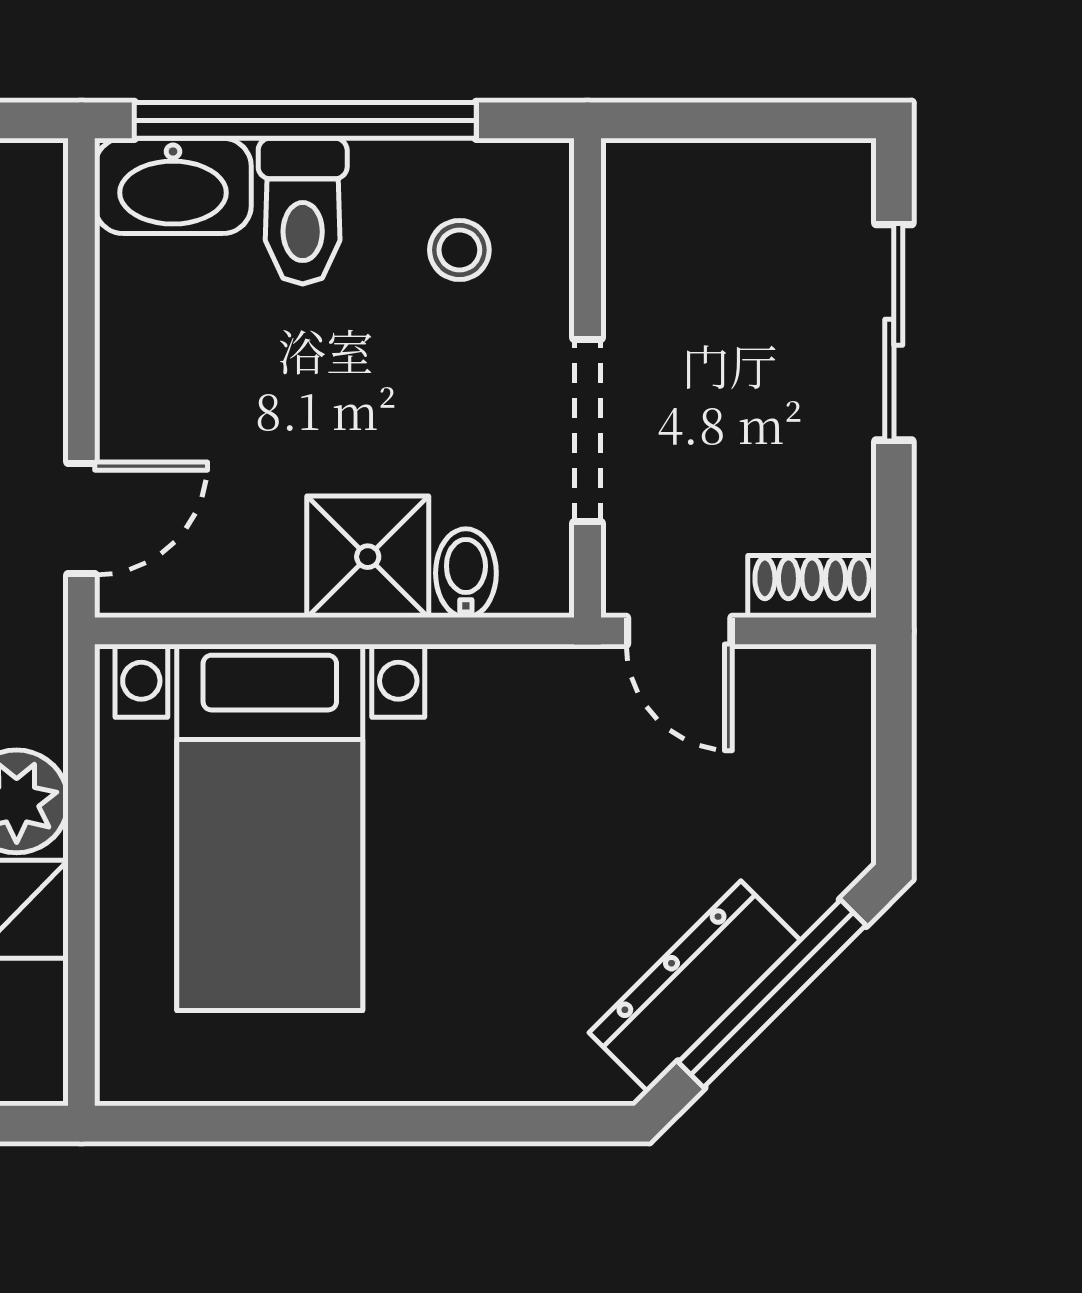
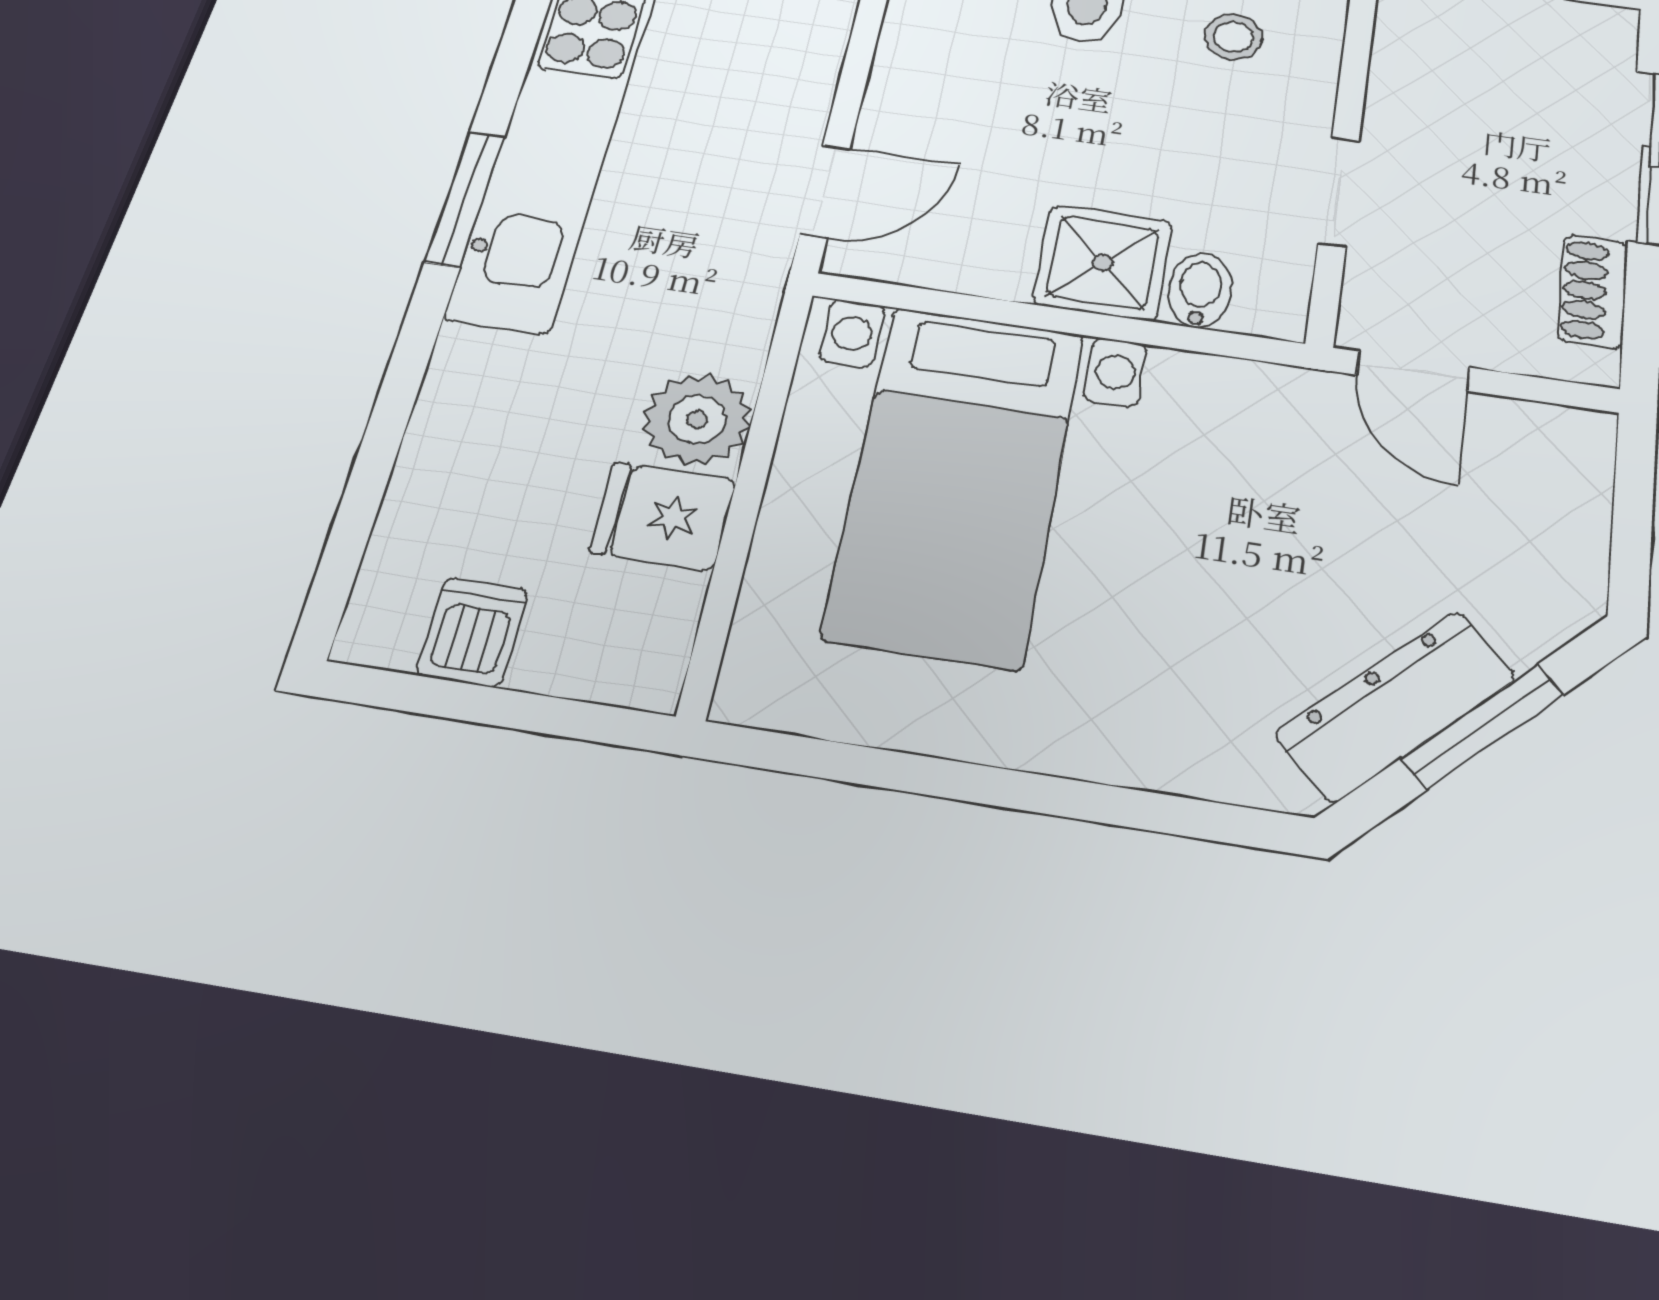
doorway: (587, 430) -> (1339, 192), width x0.73
shoe rack: (812, 586) -> (1593, 291), moved, turned -90
window: (772, 994) -> (1483, 726), width x0.69

